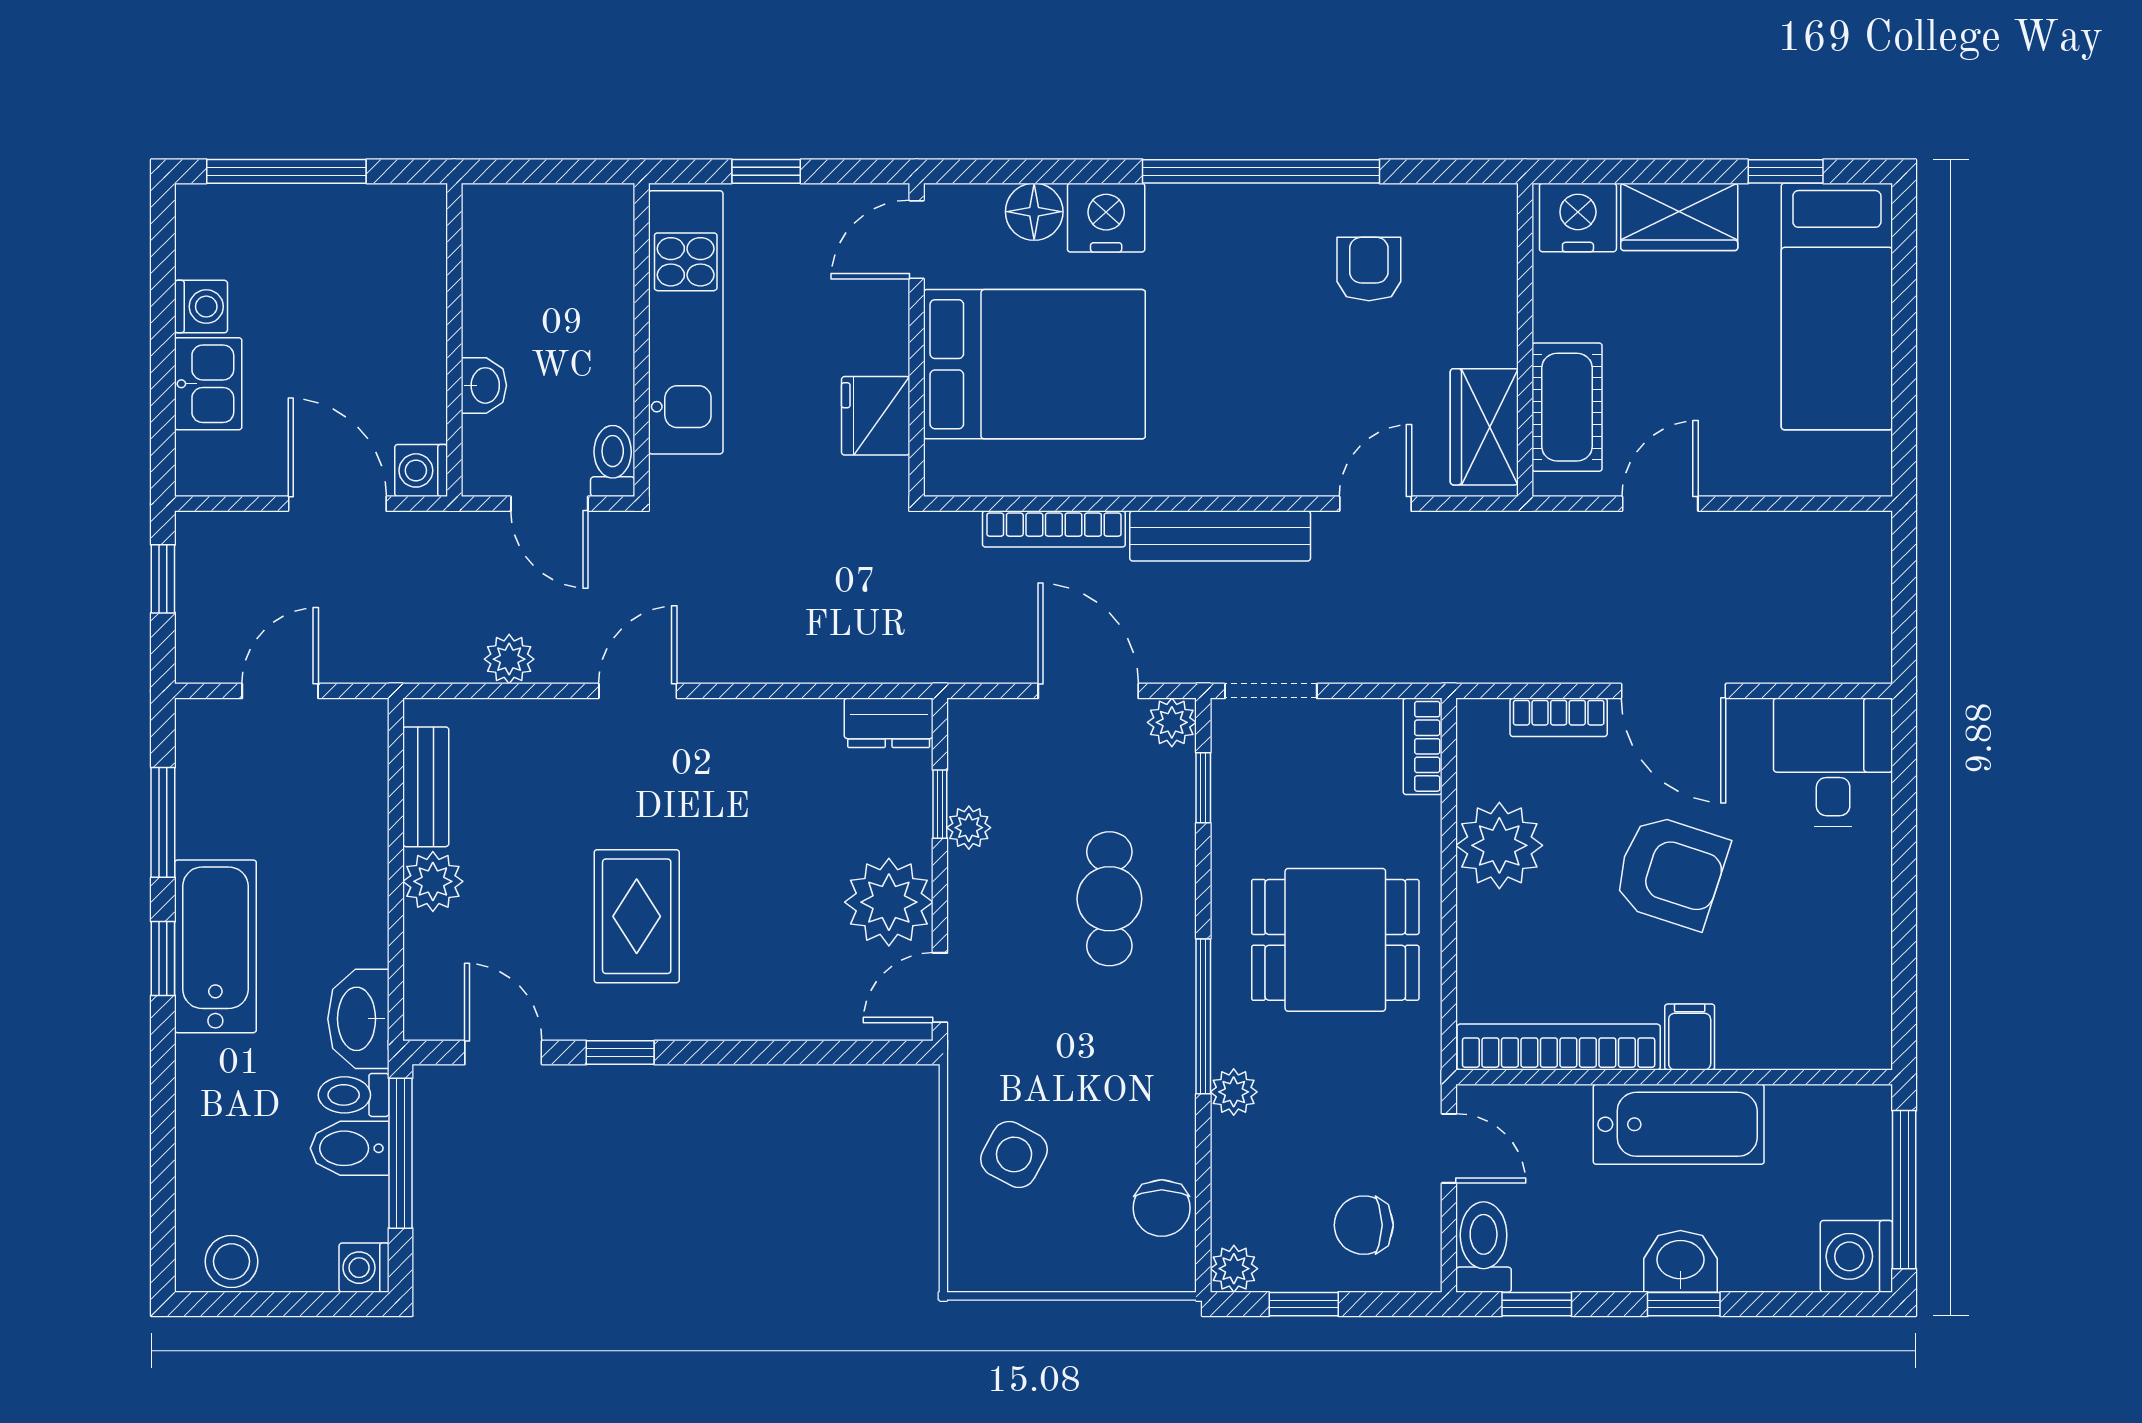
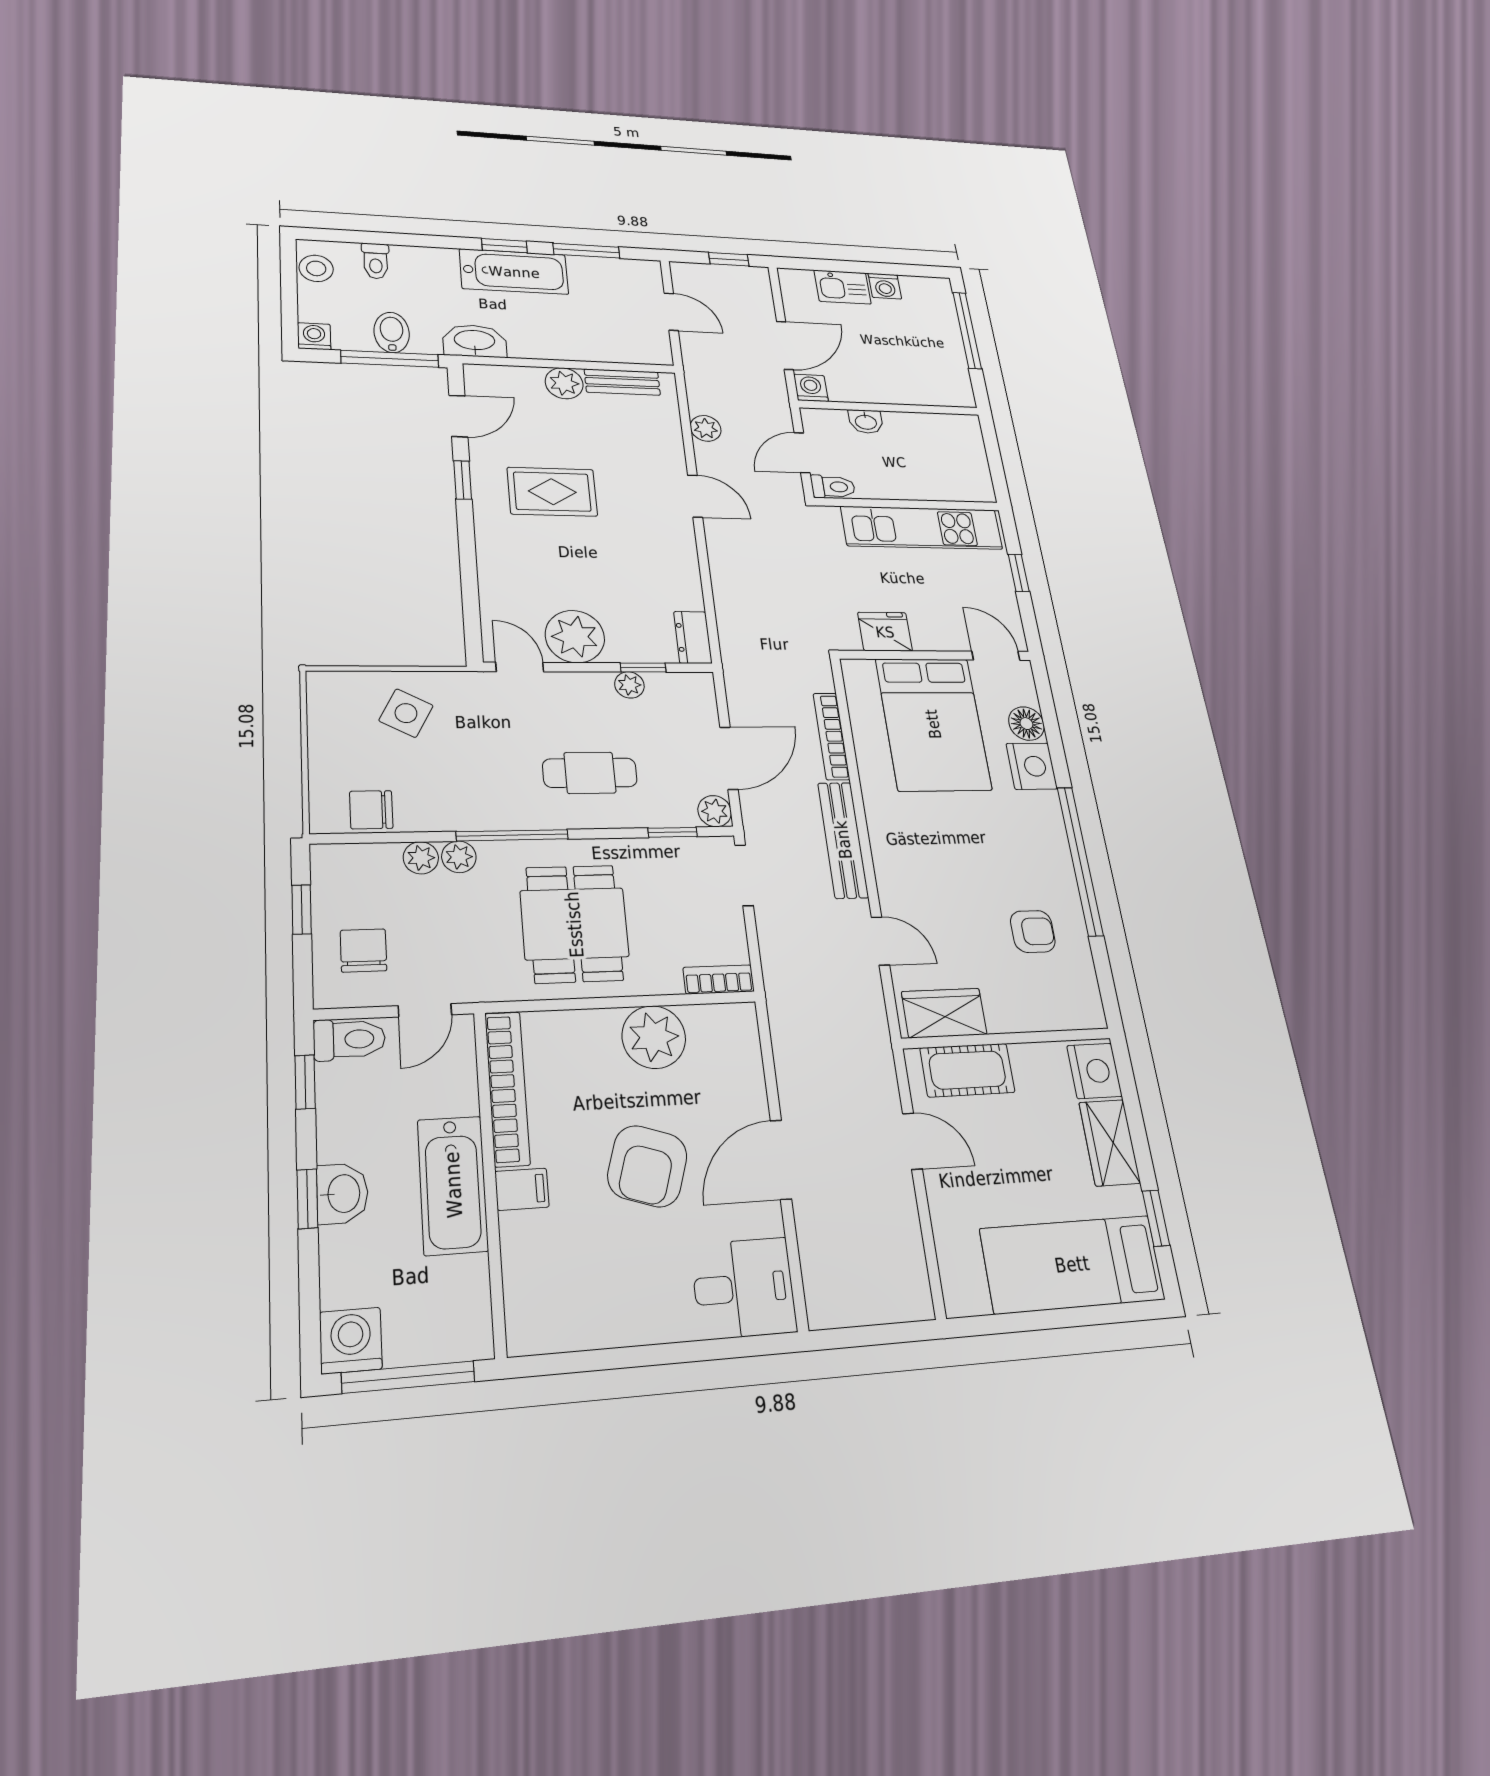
bookcase: (1559, 717) -> (751, 1076), removed
toilet: (354, 1095) -> (376, 261), moved, turned 180
plant: (1234, 1269) -> (421, 858), moved

